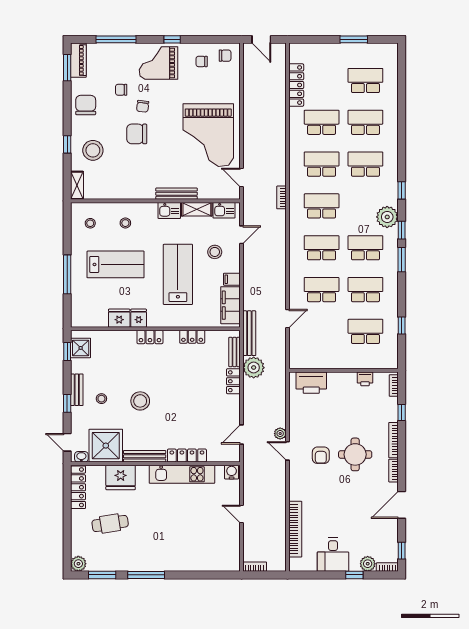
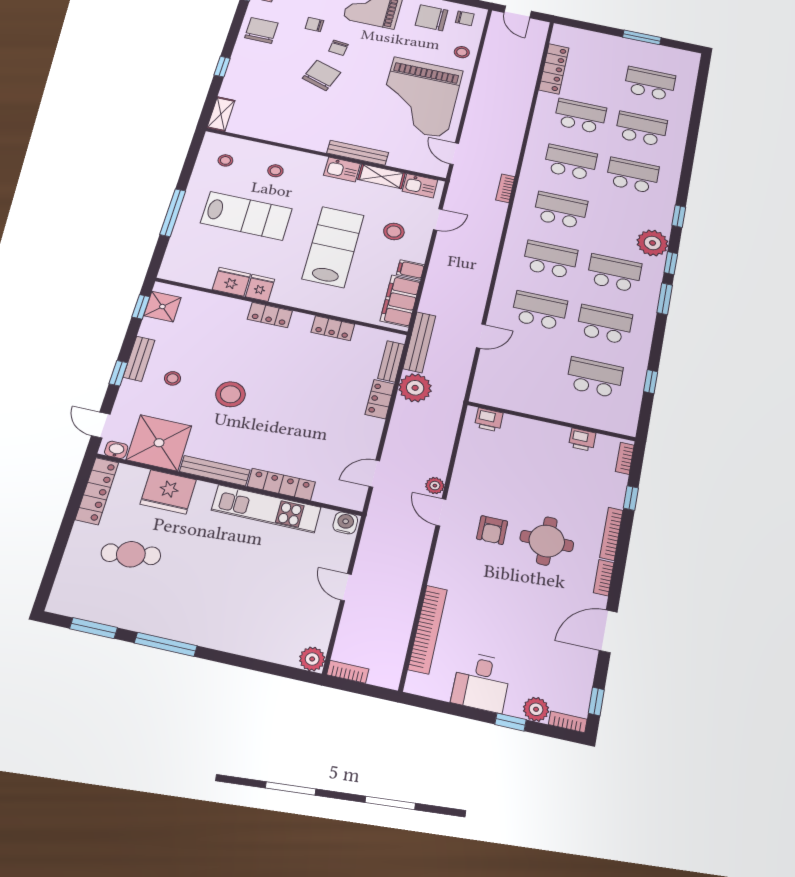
chair: (202, 61) -> (432, 18), width x1.87, depth x1.87
chair: (137, 134) -> (322, 75), turned 109
stool: (93, 150) -> (462, 52), moved, width x0.53, depth x0.53
printer: (311, 383) -> (489, 420), width x0.53, depth x0.68
plant: (78, 564) -> (312, 659), moved

